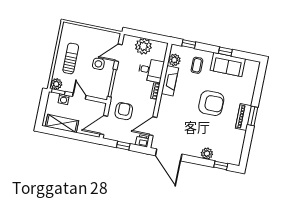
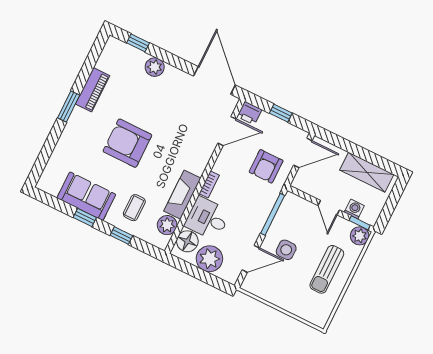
window: (189, 44) -> (121, 236), moved
floor lamp: (159, 53) -> (187, 241), added
piano: (243, 117) -> (93, 90), moved

